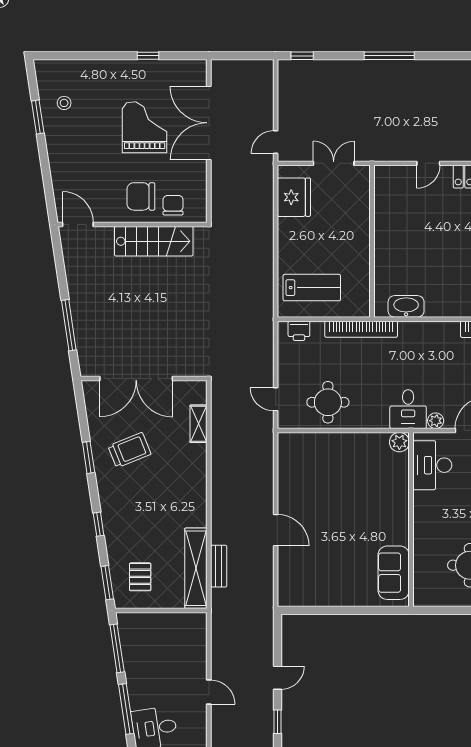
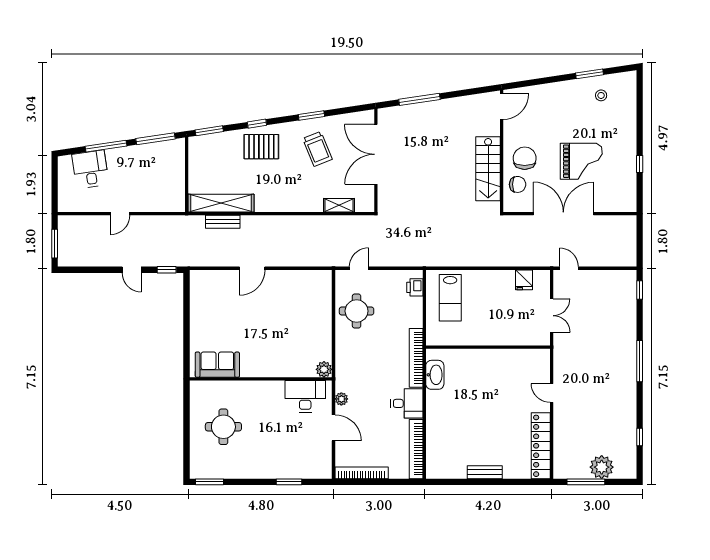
double door: (209, 123) -> (563, 214), moved
fridge: (294, 197) -> (524, 280), width x0.53, depth x0.75
bookcase: (361, 329) -> (416, 358), moved
desk: (408, 409) -> (407, 403), moved, turned 180
pallet: (140, 577) -> (261, 147), moved, width x1.50, depth x1.42
window: (277, 722) -> (167, 270), moved

